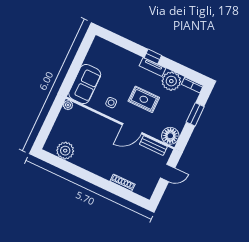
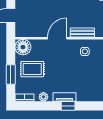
plant: (171, 81) -> (43, 97), width x0.53, depth x0.53
rug: (144, 99) -> (32, 69), moved
bench: (153, 145) -> (82, 32), moved

